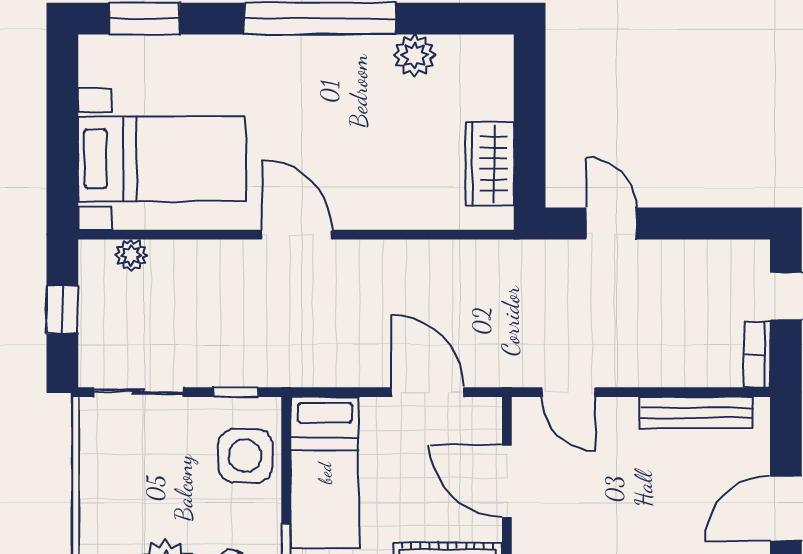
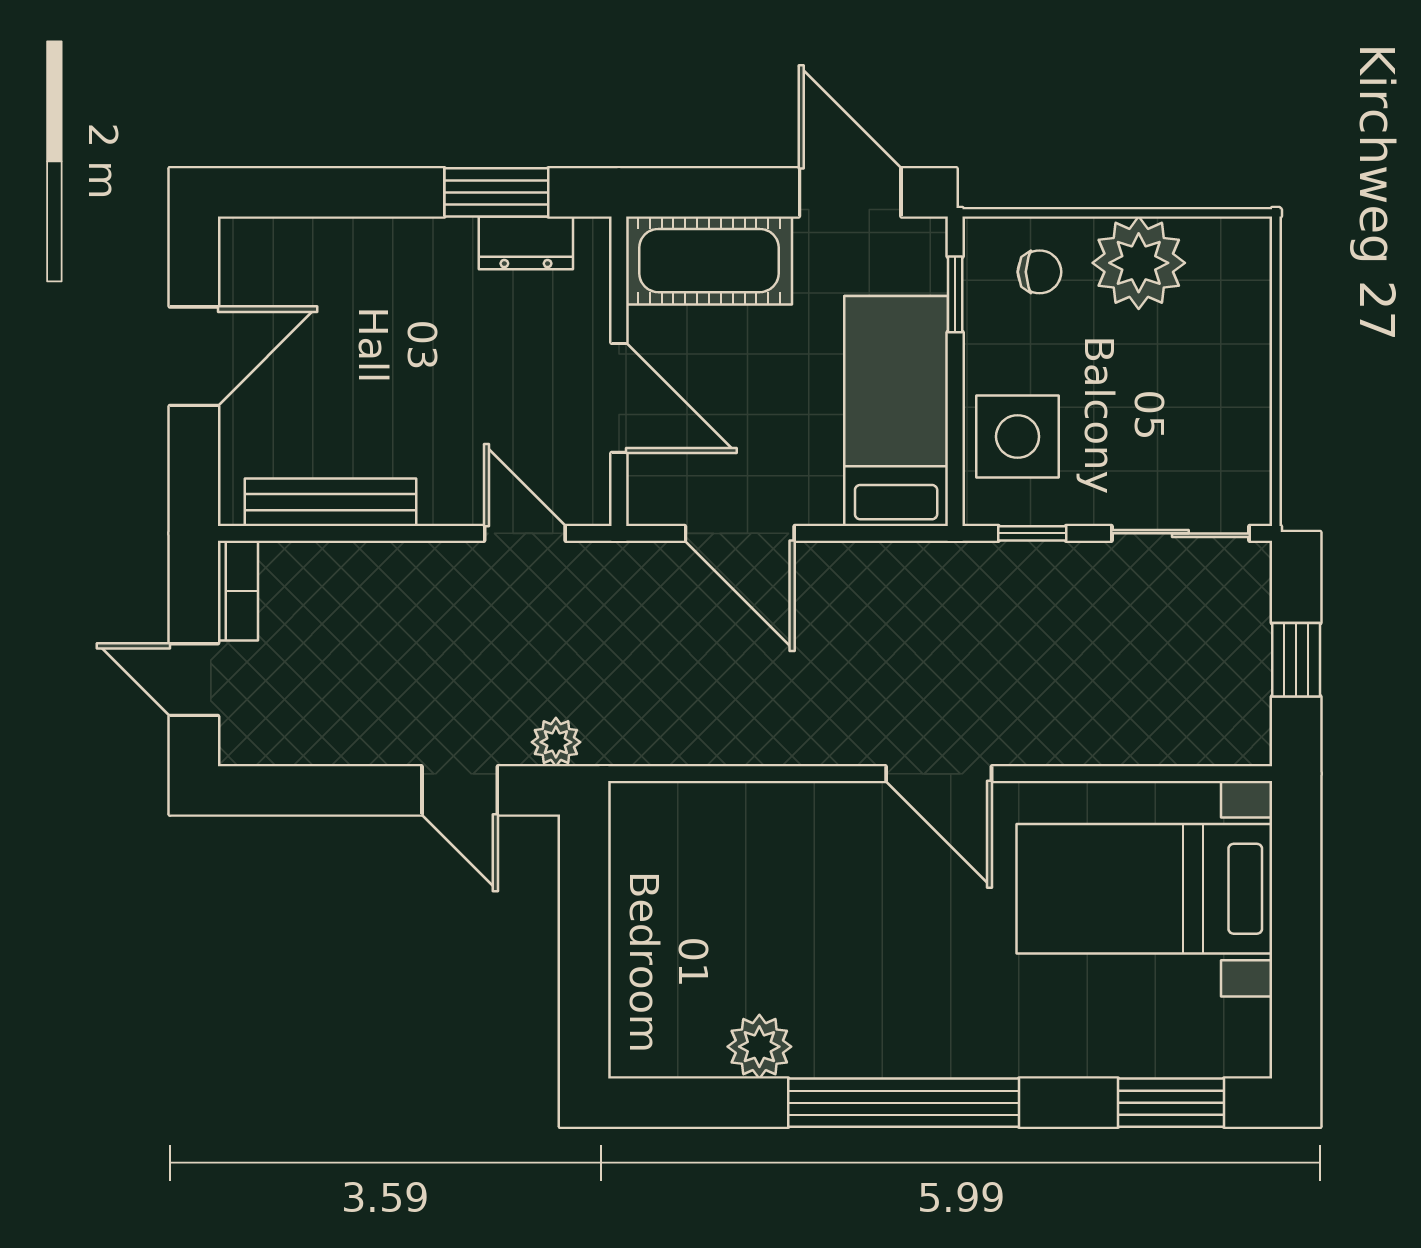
wardrobe: (490, 164) -> (645, 882), removed
plant: (131, 255) -> (556, 742), moved

